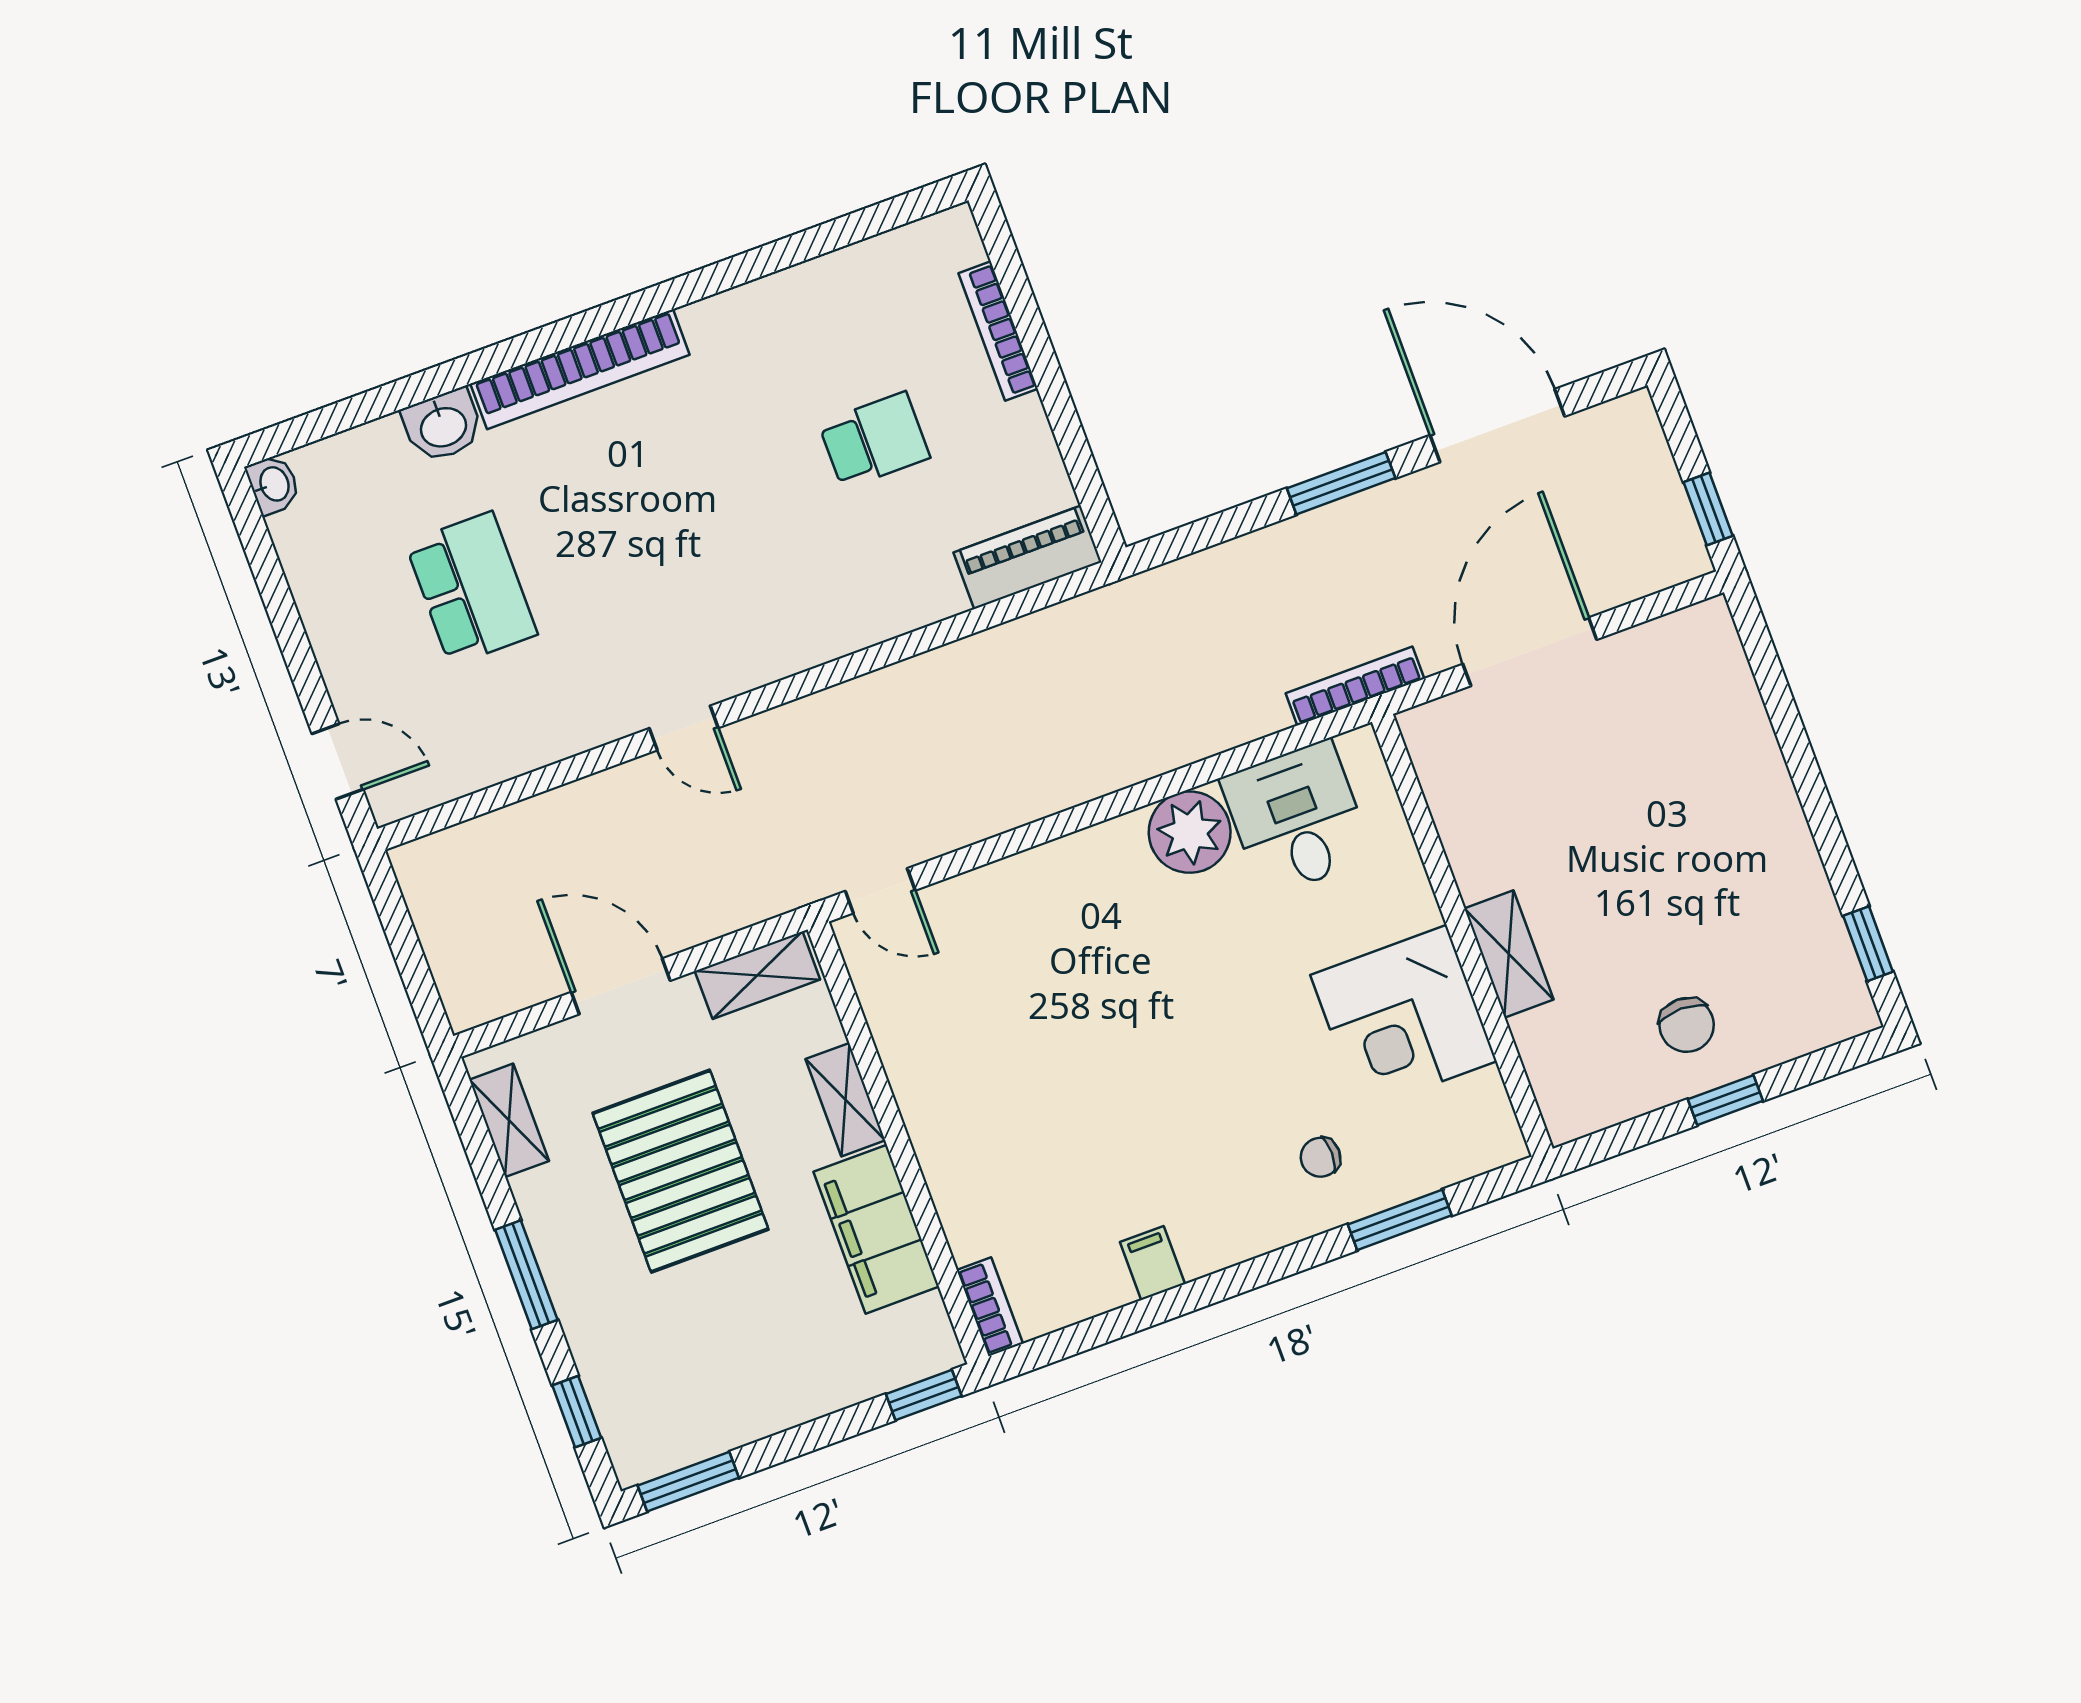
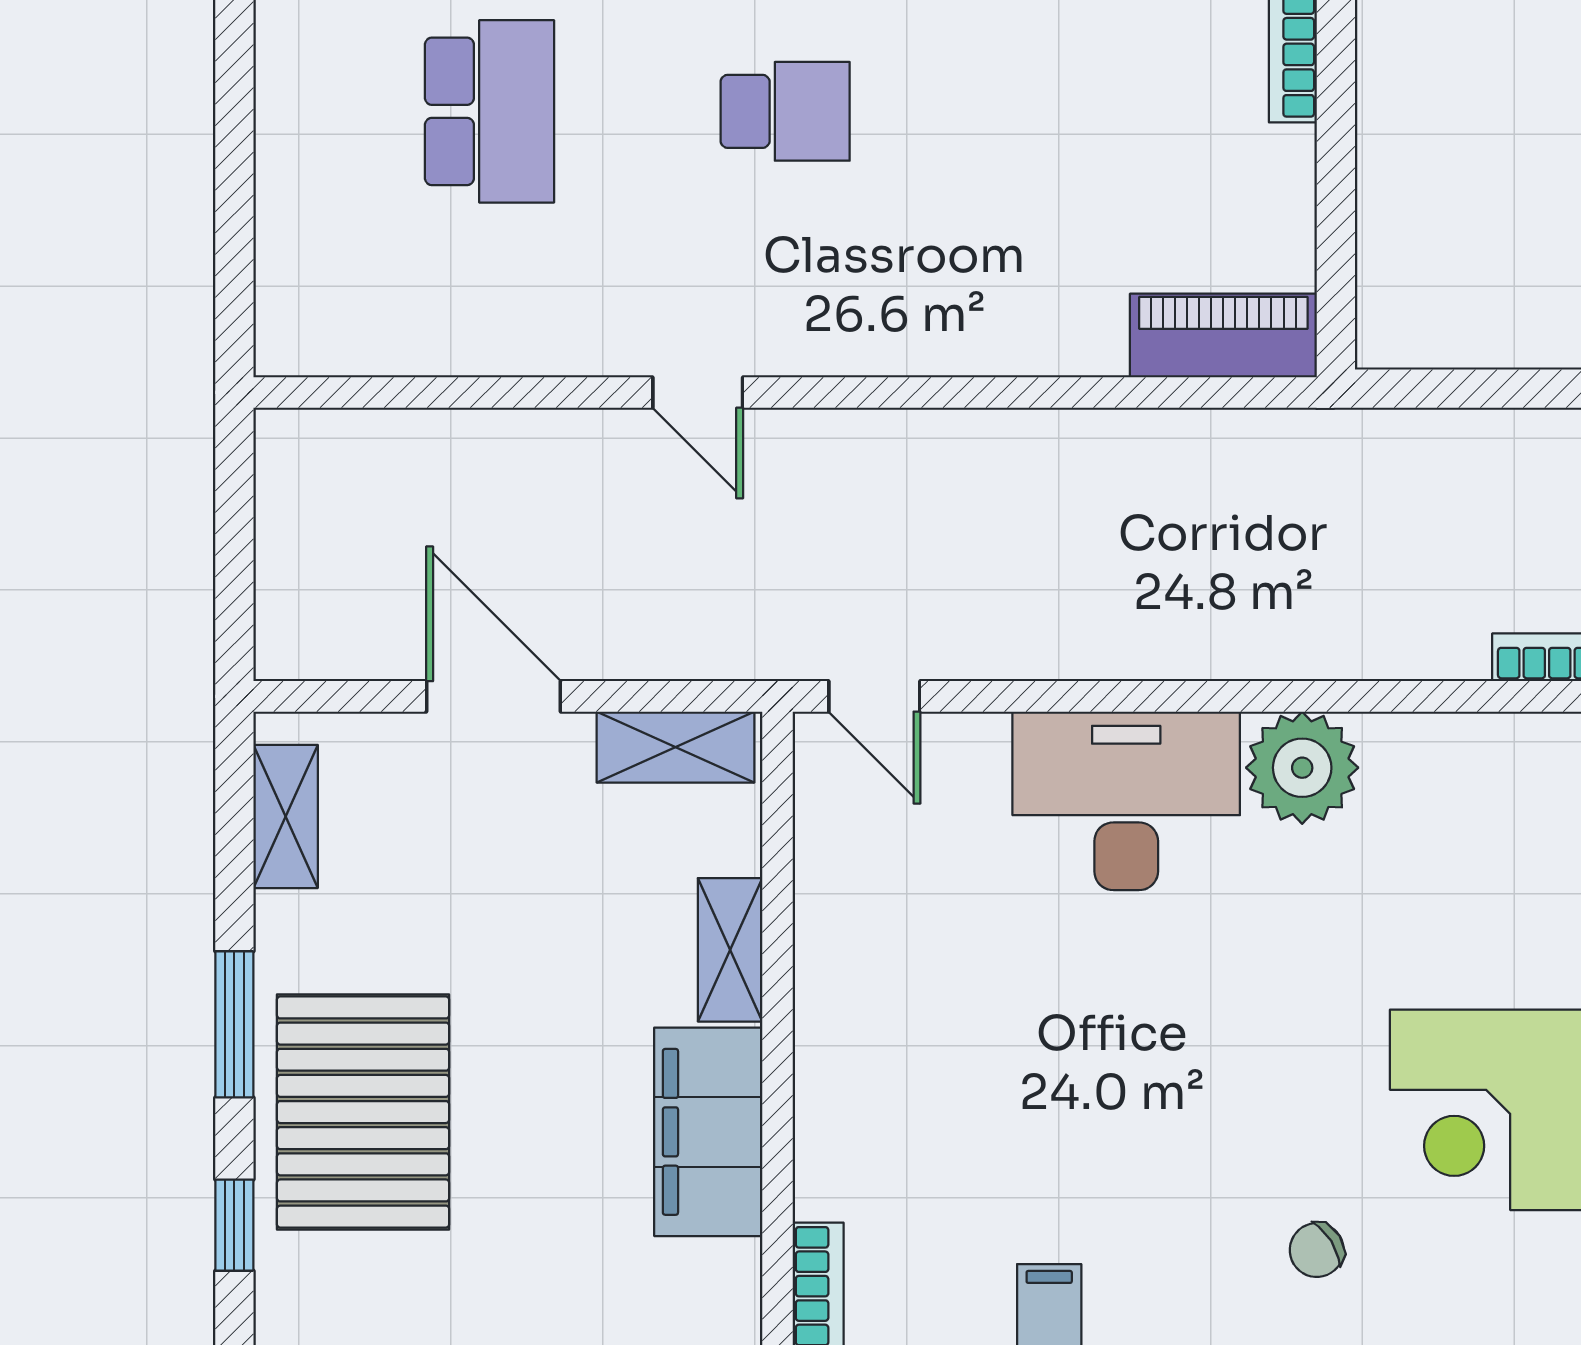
school desk: (874, 440) -> (785, 111), moved
door: (337, 762) -> (234, 271), removed
desk: (1297, 818) -> (1126, 801), moved, width x1.37
chair: (1320, 1157) -> (1317, 1250), turned -32
pallet: (681, 1171) -> (363, 1112), moved

